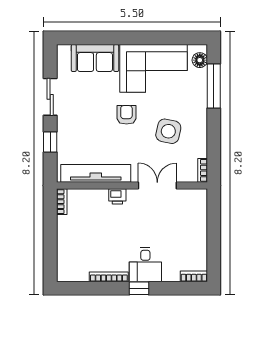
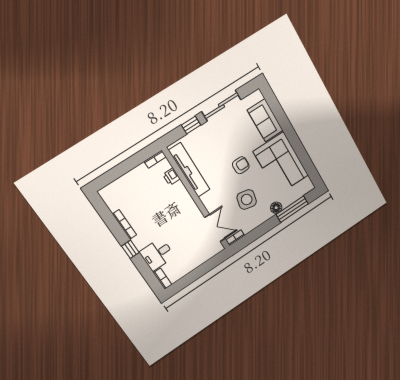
floor lamp: (200, 60) -> (276, 208), moved
sliding door: (50, 97) -> (221, 106), width x1.37
double door: (157, 185) -> (215, 228), moved
printer: (117, 196) -> (172, 177), moved
desk: (145, 265) -> (157, 254), moved

